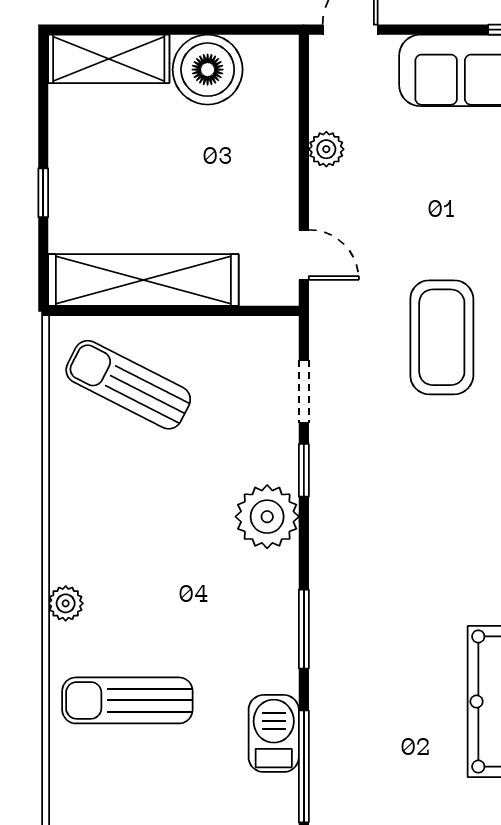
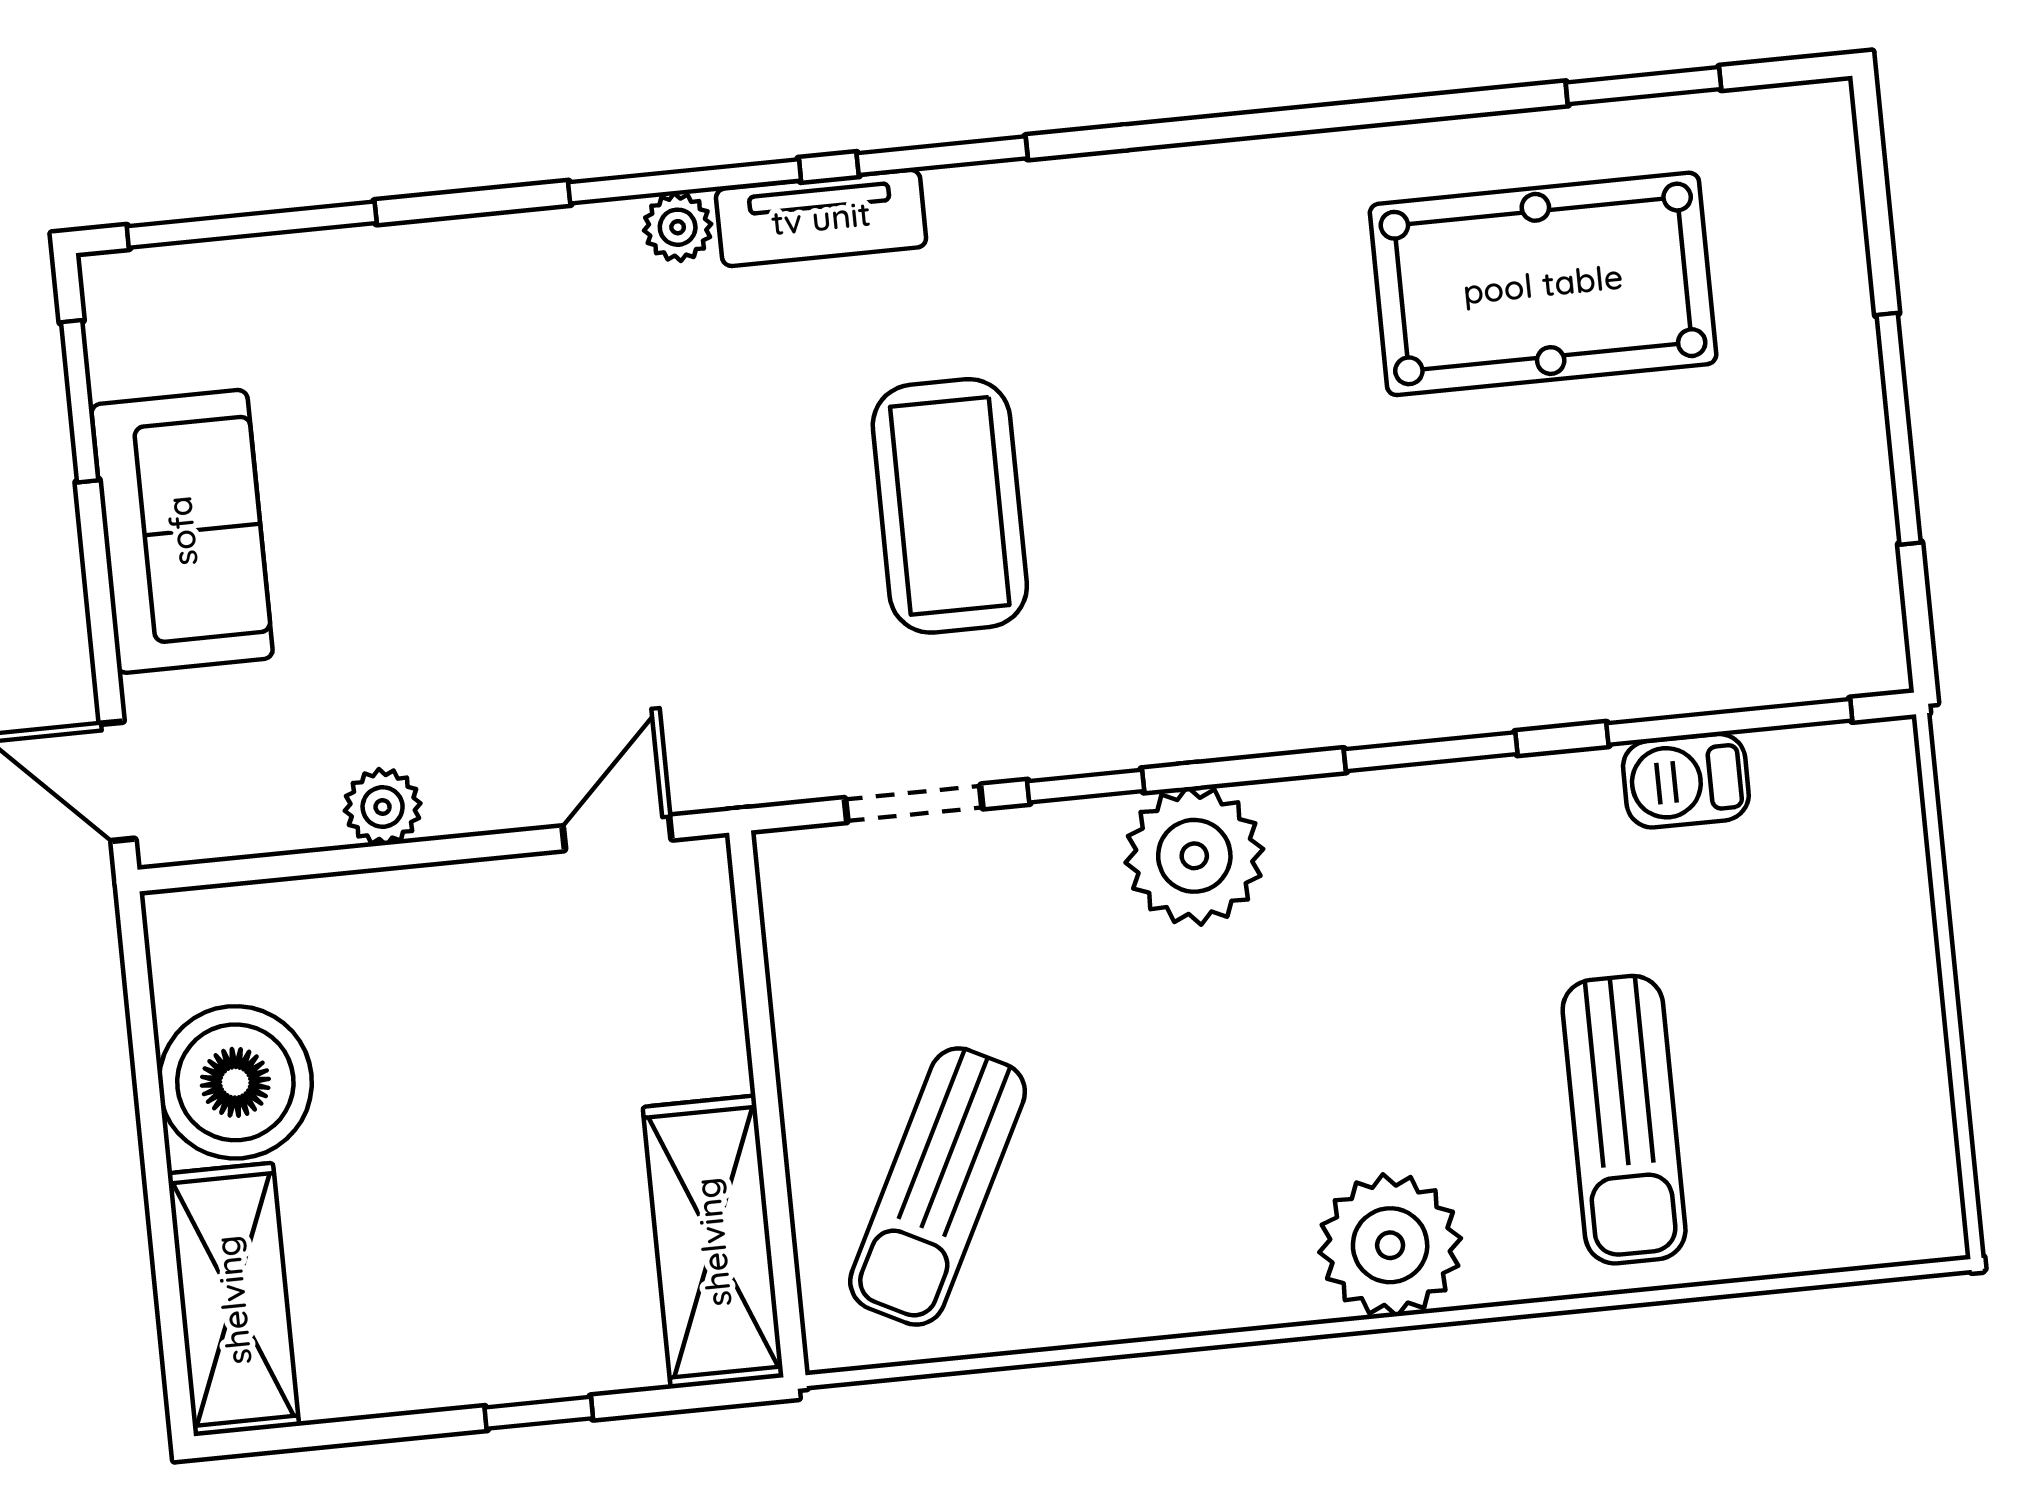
shelving: (143, 280) -> (713, 1242), width x0.68
coffee table: (442, 337) -> (950, 506), moved, turned 90
plant: (66, 603) -> (1390, 1245), width x1.87, depth x1.87
barbecue: (274, 733) -> (1686, 781), width x0.73, depth x0.79

